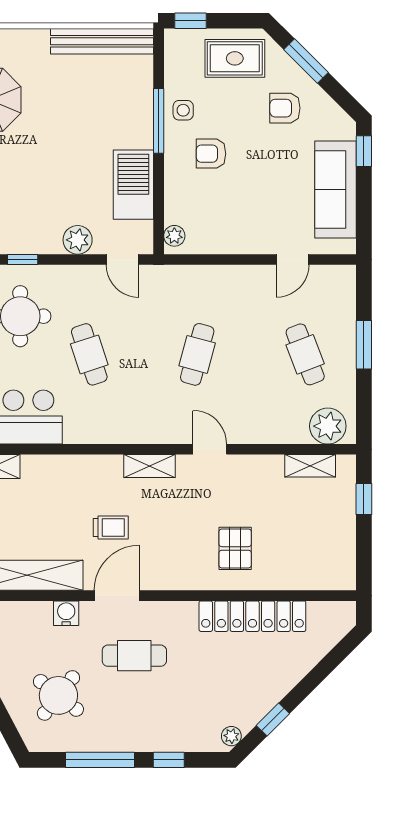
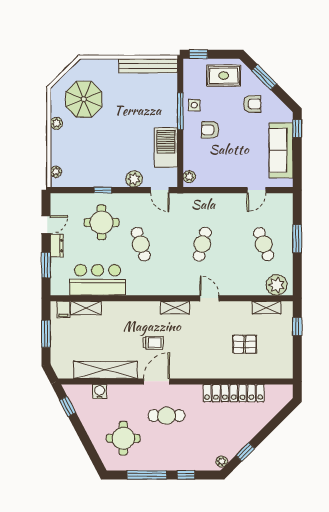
armchair: (285, 108) -> (252, 104), turned 180
pallet: (235, 548) -> (245, 344), moved, turned 90
water cooler: (66, 613) -> (100, 391), moved
round table: (58, 695) -> (123, 438), turned -38

